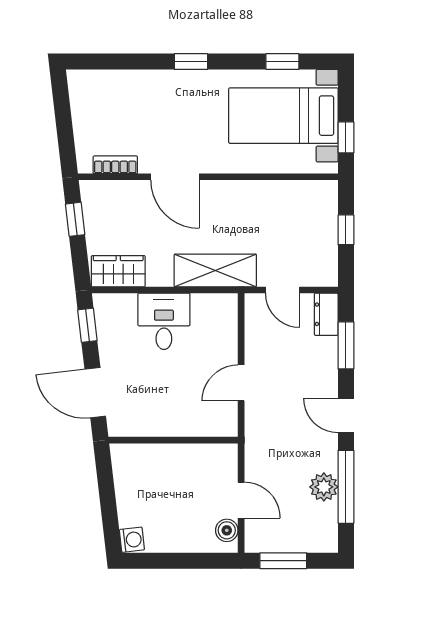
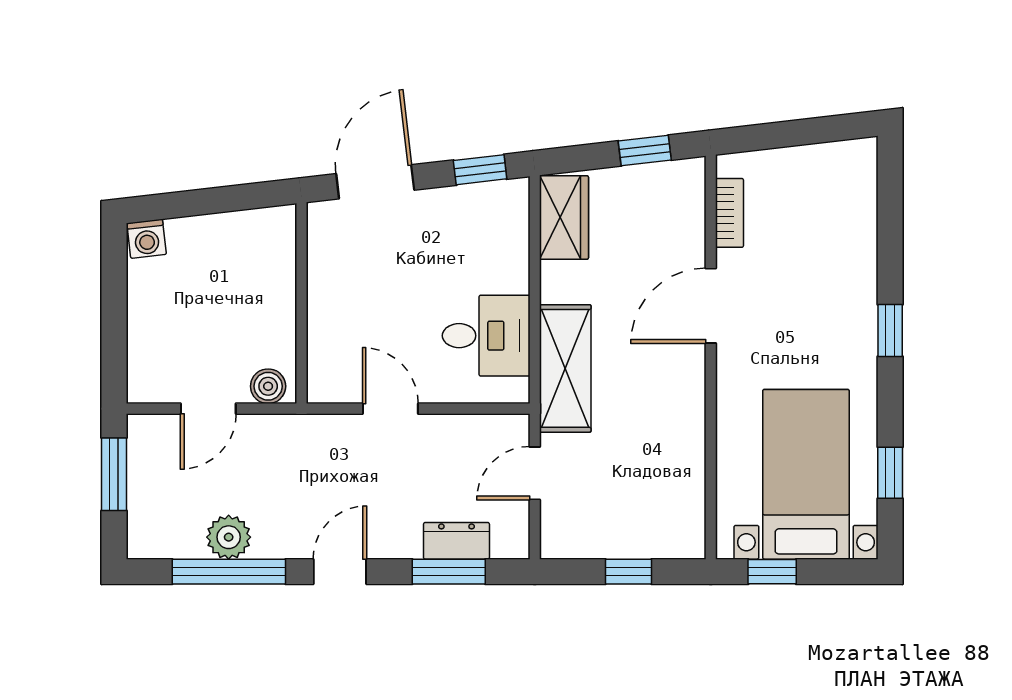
dresser: (326, 314) -> (456, 541), moved
desk: (164, 321) -> (486, 336), moved
boiler: (227, 530) -> (268, 386), moved

